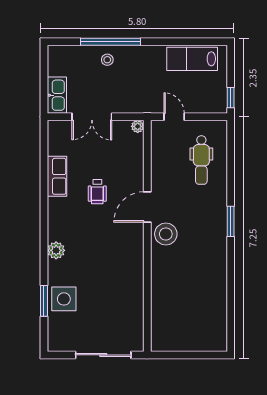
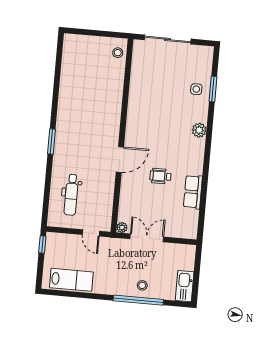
kitchen sink: (57, 95) -> (185, 286), moved
double door: (92, 117) -> (147, 238), moved
dental chair: (201, 160) -> (71, 195), turned 180
wheelchair: (97, 192) -> (160, 176), turned -90
stool: (166, 234) -> (118, 53), moved, width x0.53, depth x0.53
side table: (64, 299) -> (196, 89), width x0.54, depth x0.54

